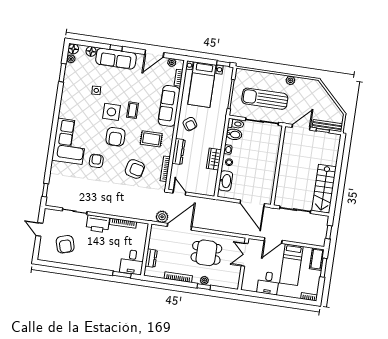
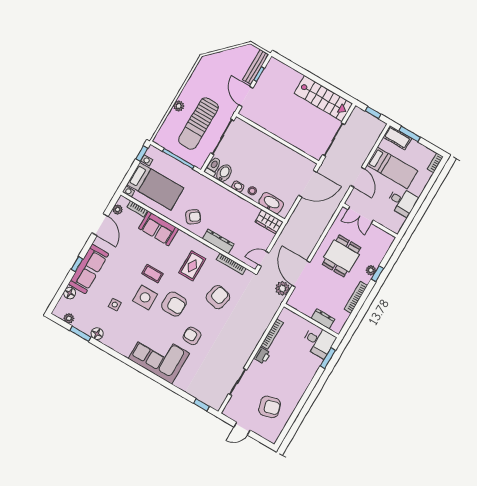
floor lamp: (73, 49) -> (97, 334), moved
plant: (290, 80) -> (179, 106), moved
sofa: (169, 106) -> (159, 229), width x0.73
wardrobe: (214, 159) -> (269, 222), moved
printer: (98, 224) -> (262, 355), width x0.53, depth x0.68

